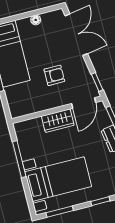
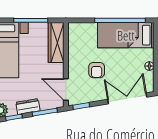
double door: (76, 35) -> (127, 98), swing flipped
wardrobe: (58, 121) -> (56, 42), moved, width x1.50

